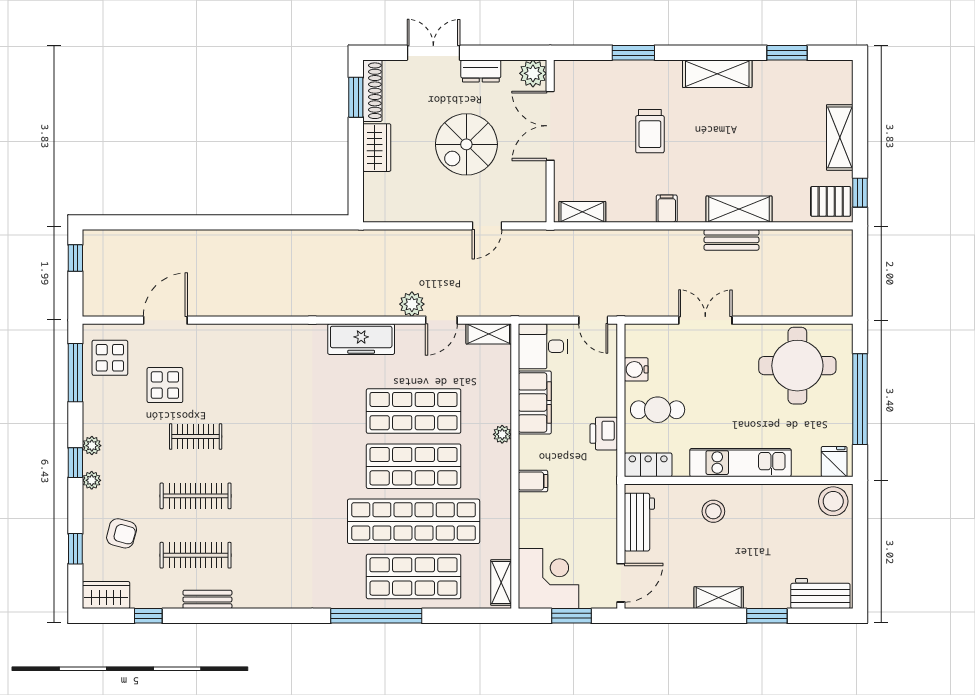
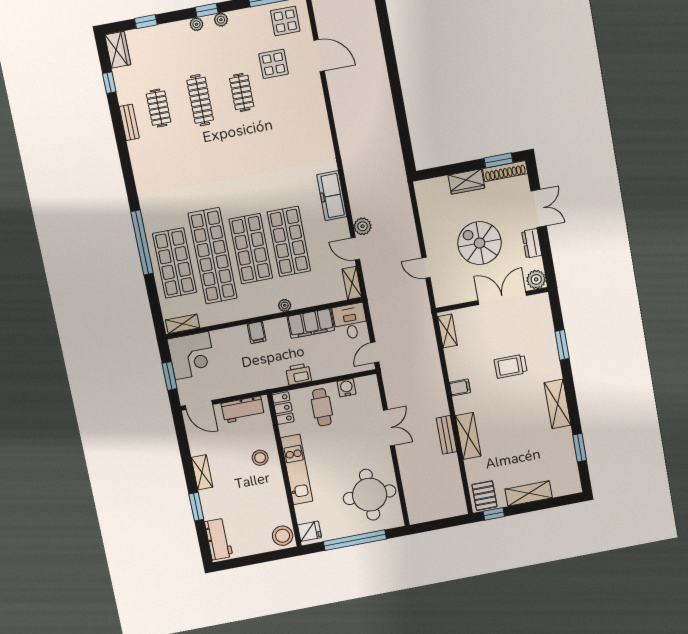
armchair: (122, 533) -> (163, 53), removed
clothes rail: (196, 555) -> (159, 108), width x0.73

